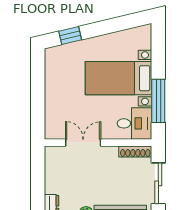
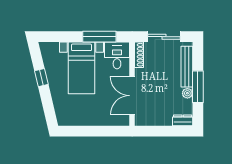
window: (70, 36) -> (41, 78), moved
double door: (83, 143) -> (132, 96), width x1.37

